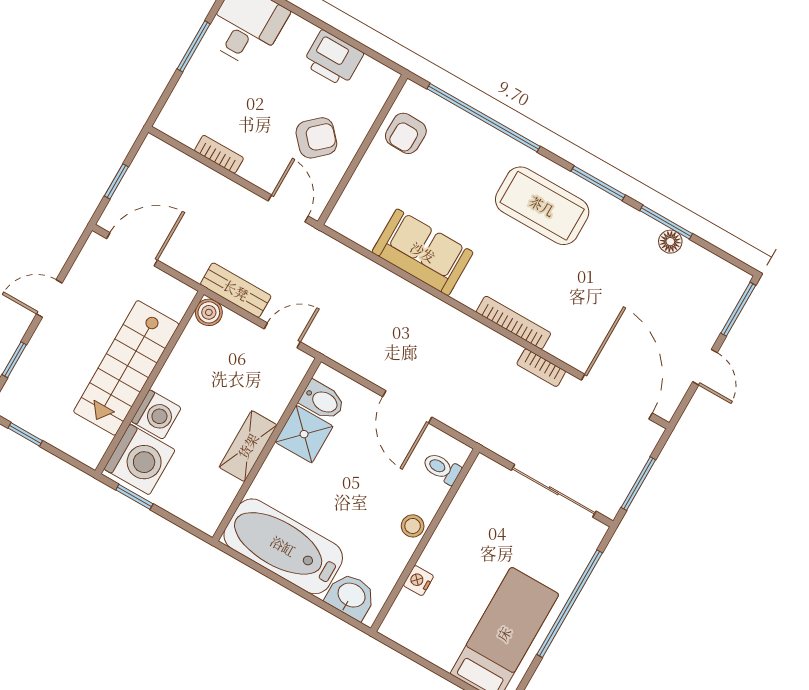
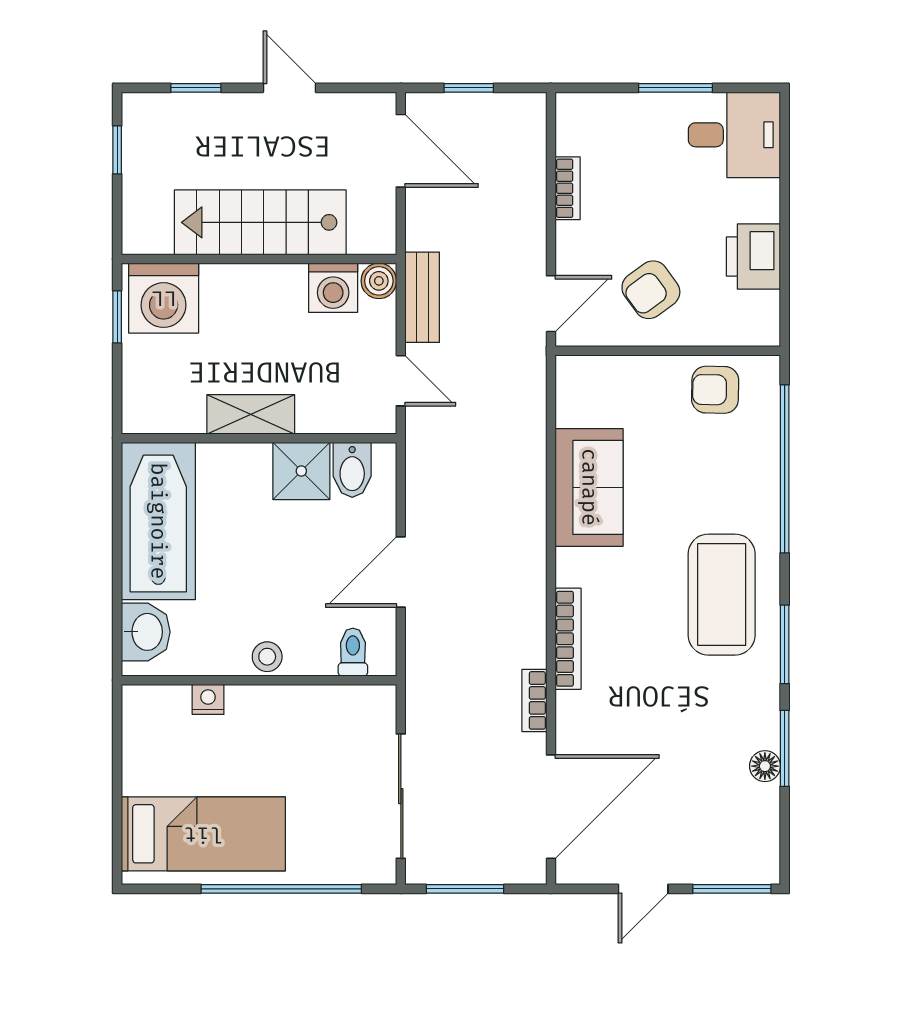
armchair: (316, 138) -> (651, 290), turned 96
washing machine: (156, 414) -> (333, 288), moved

